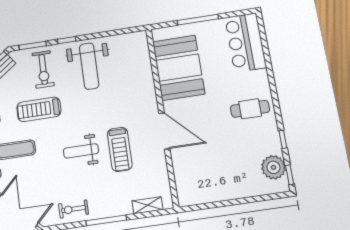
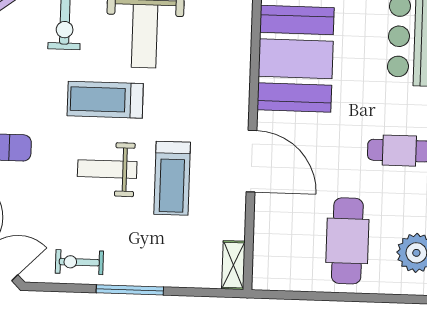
treadmill: (39, 109) -> (105, 100), moved
cafe table: (230, 168) -> (347, 241), added
shelving: (147, 205) -> (233, 265), moved, turned 90

